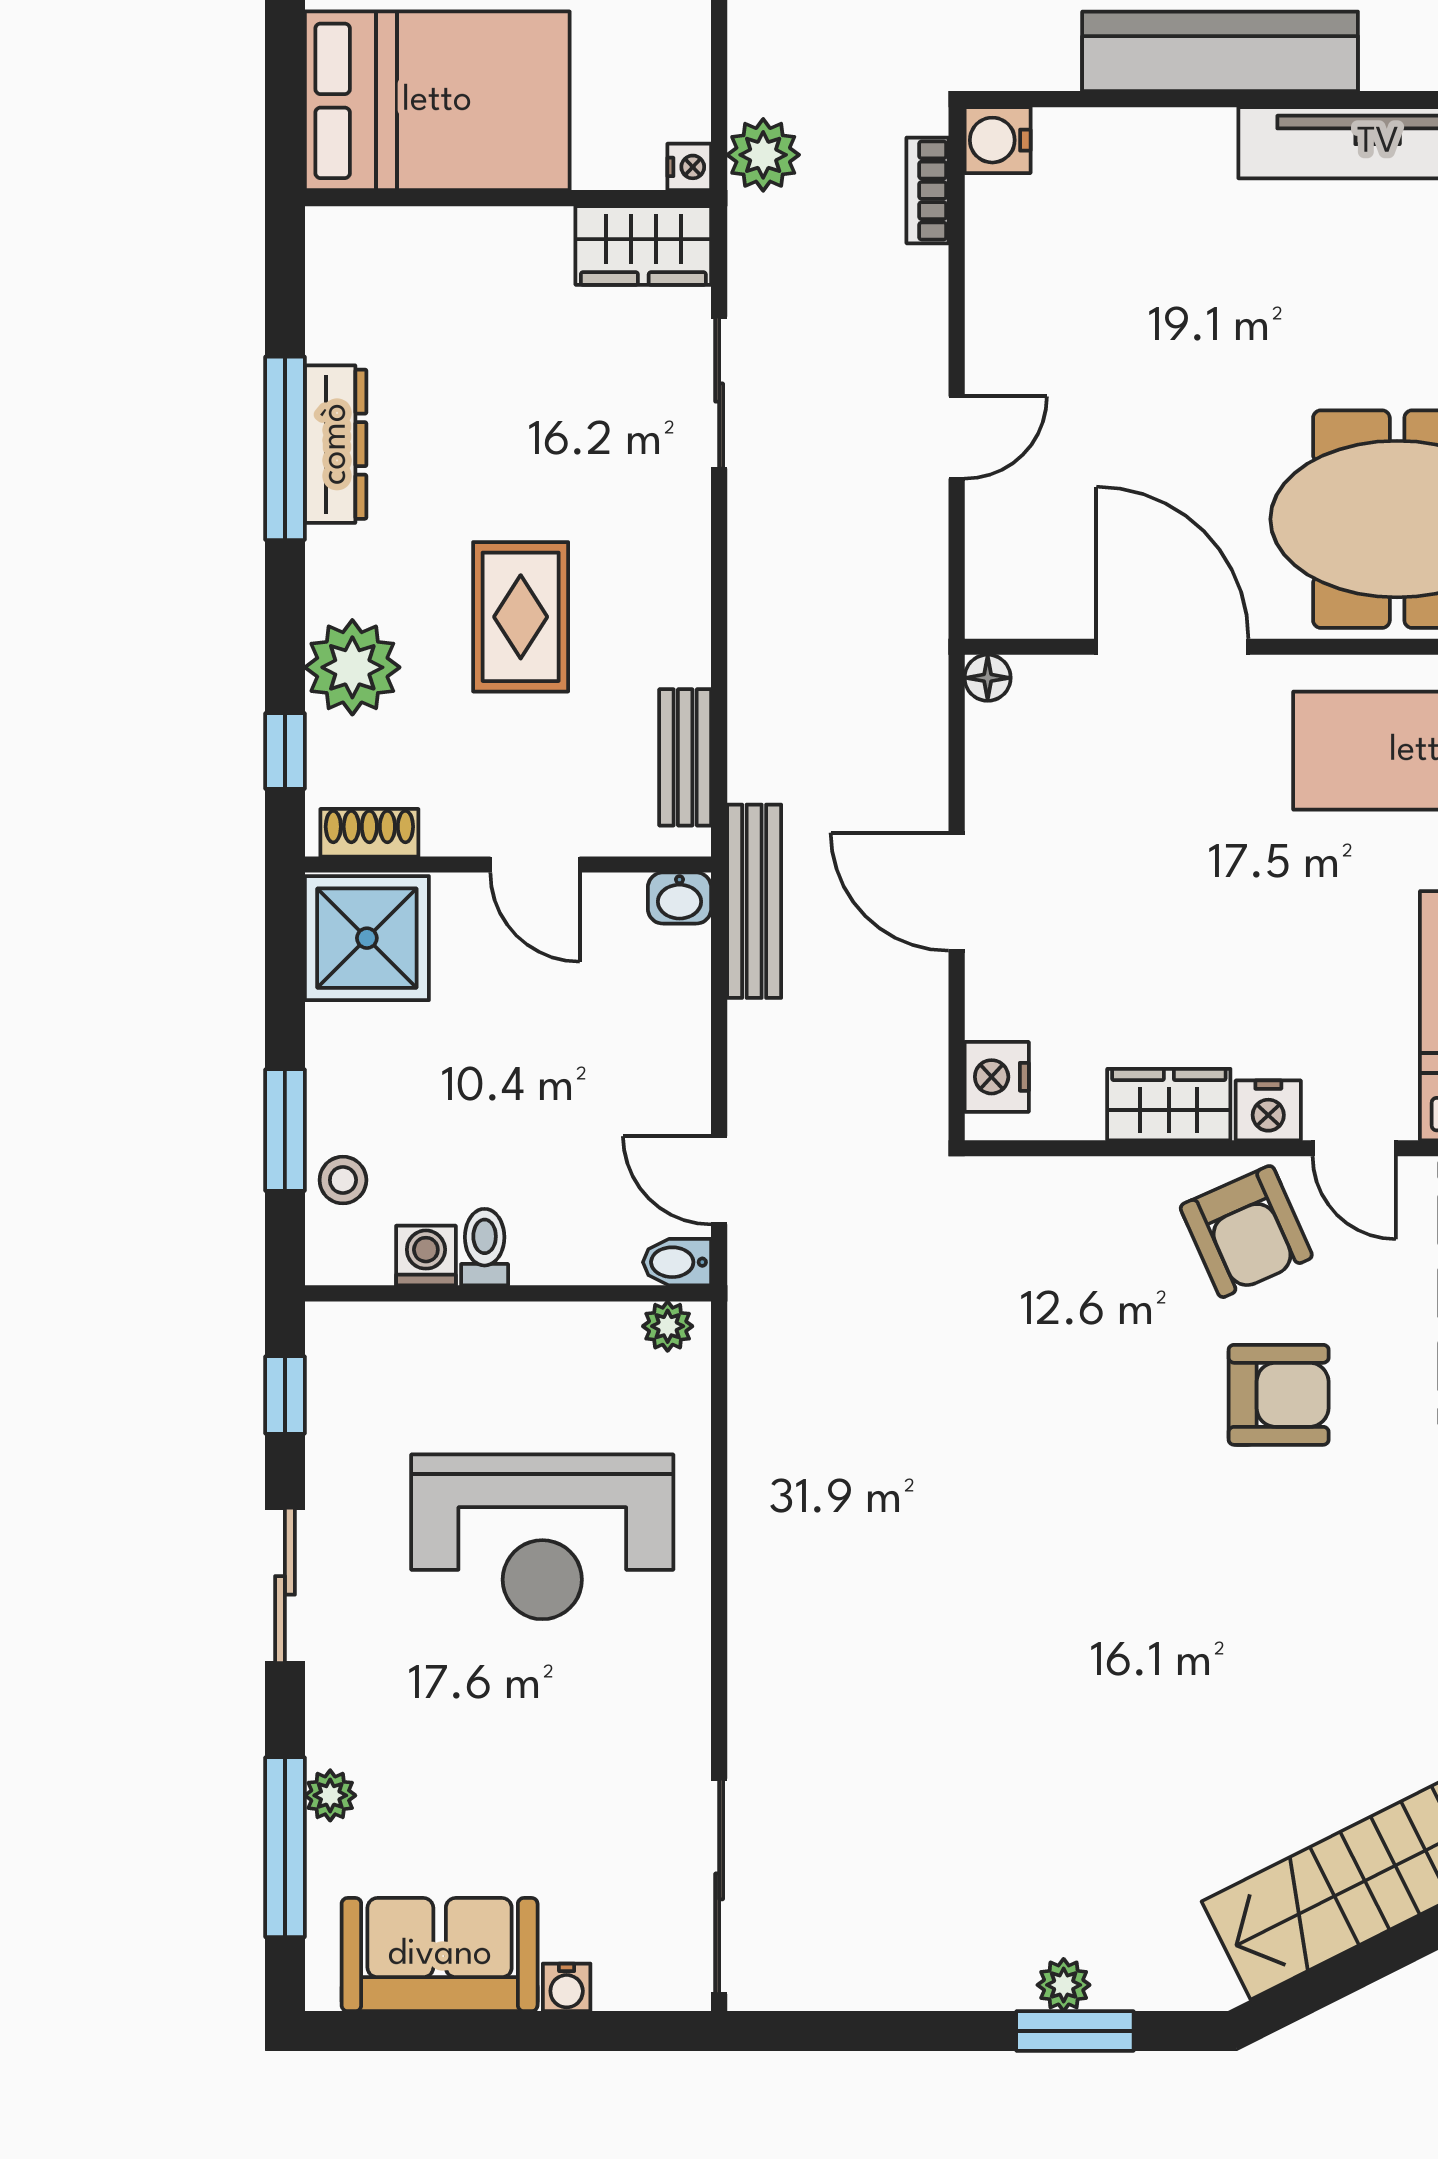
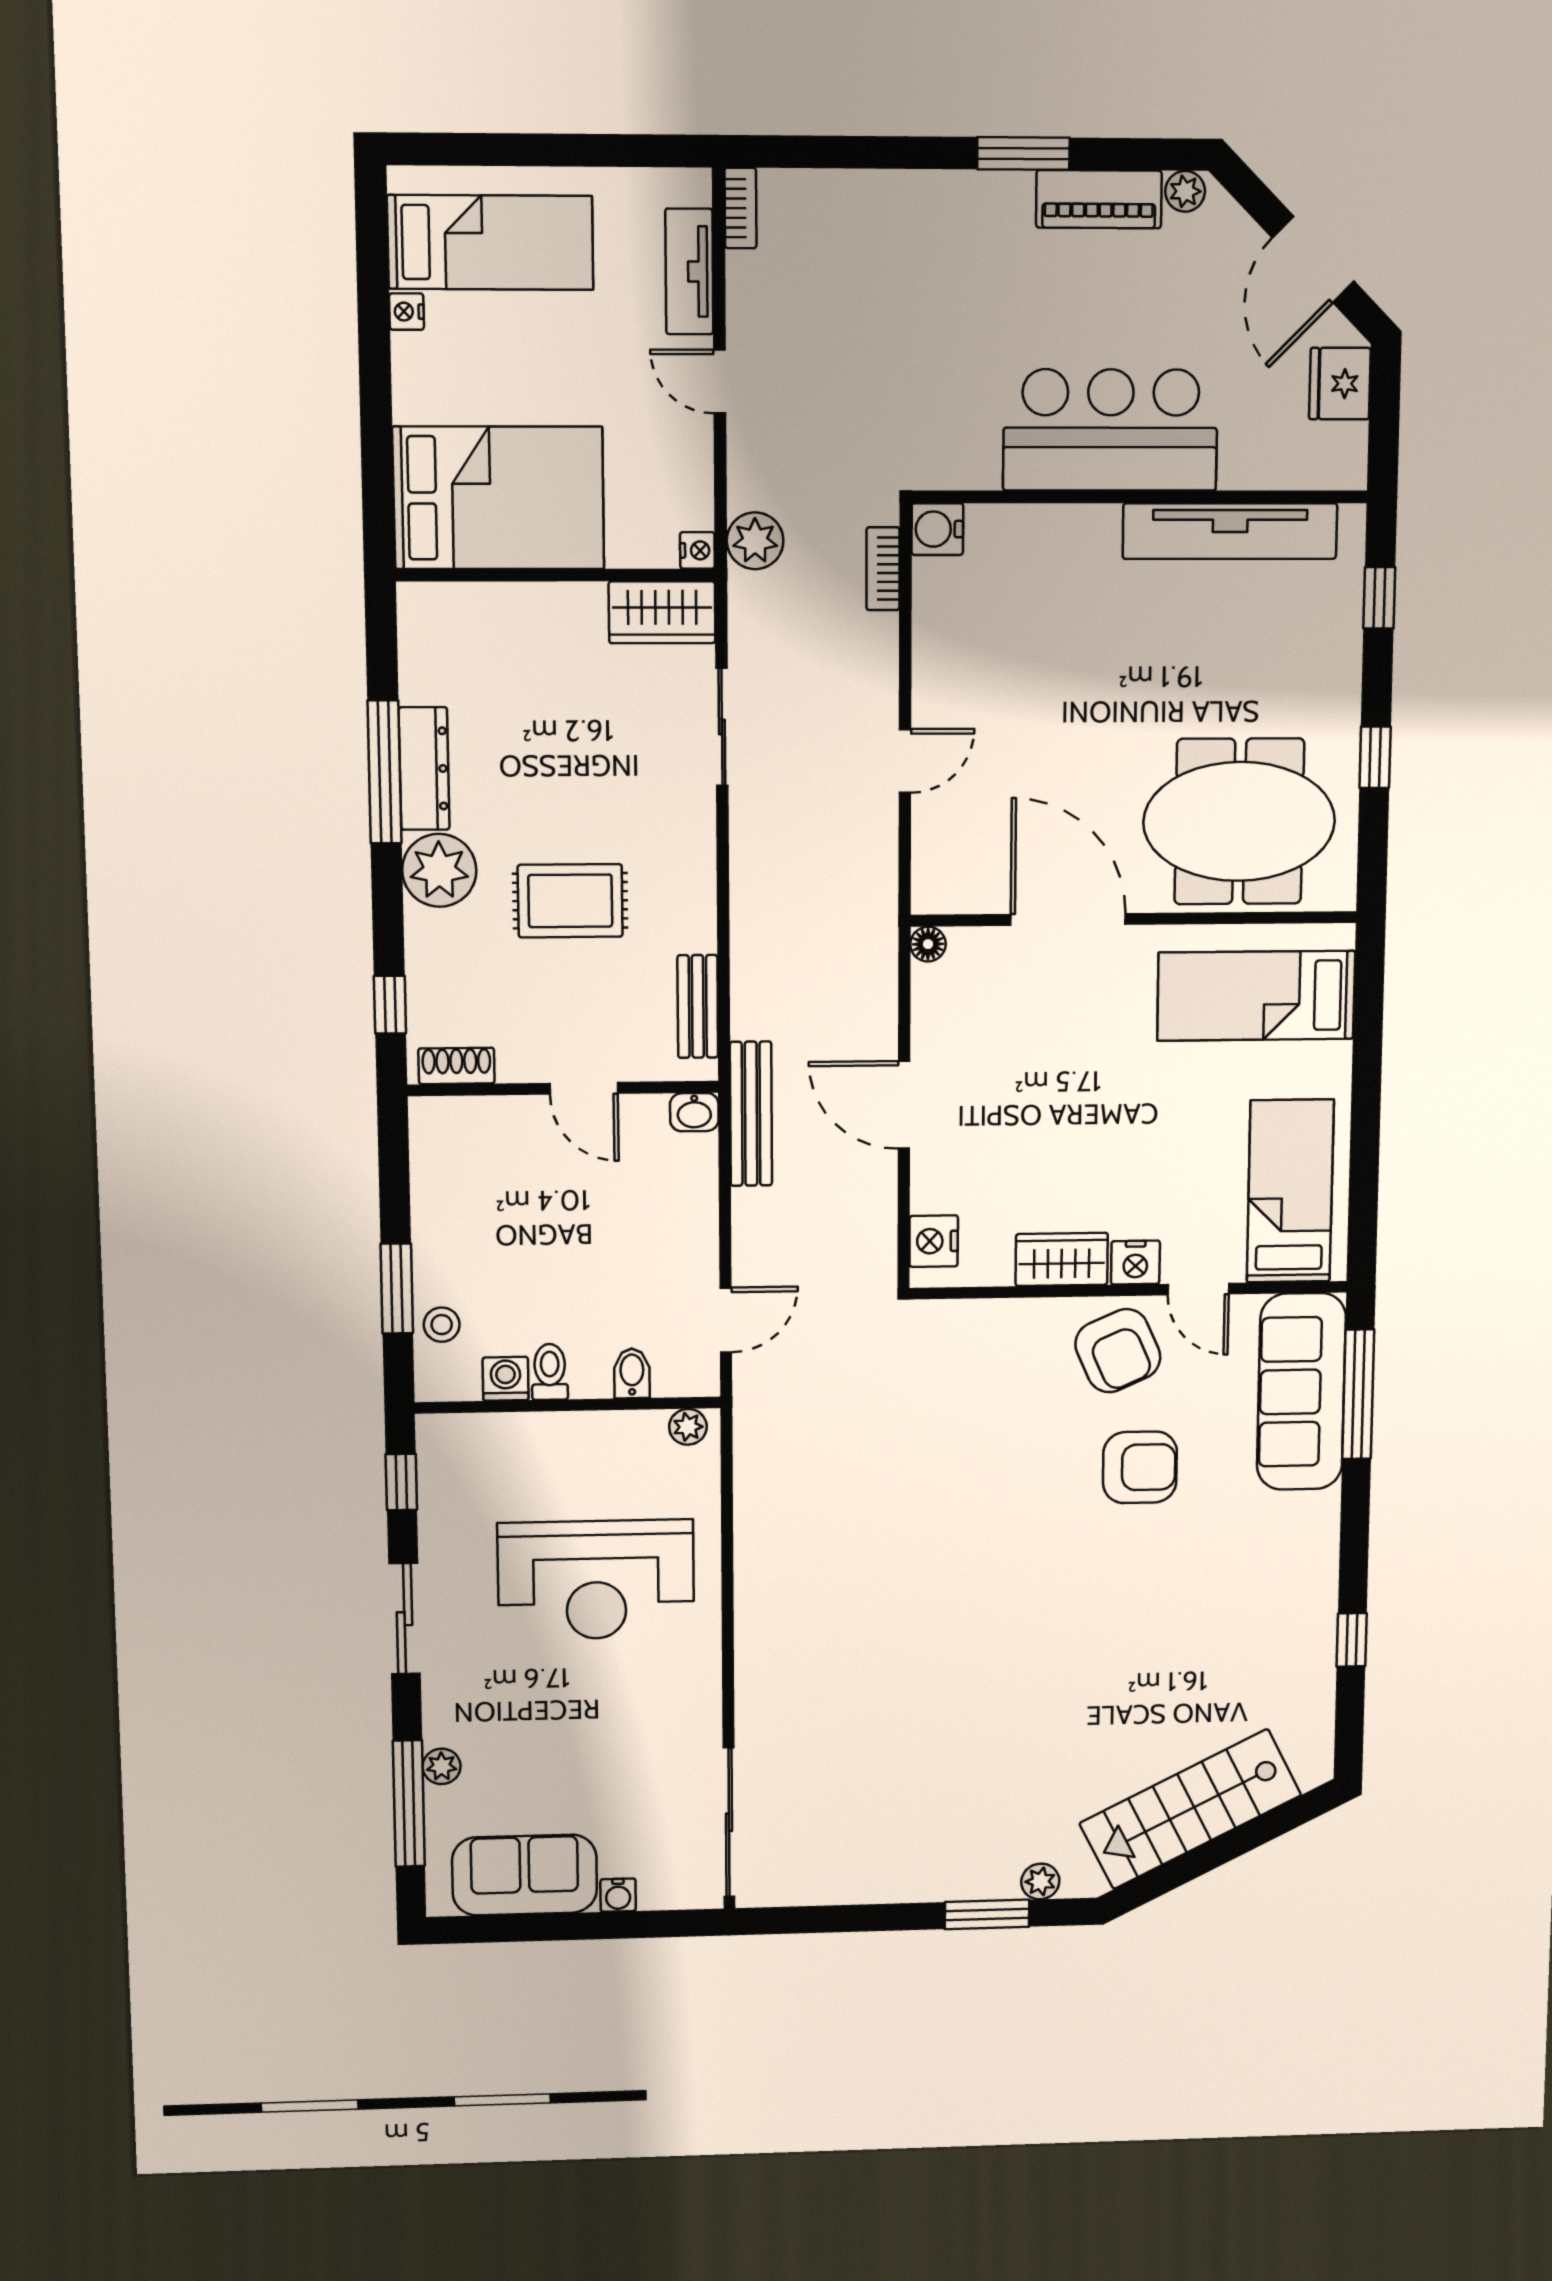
rug: (521, 617) -> (570, 901), turned 90
plant: (352, 667) -> (439, 870), moved
shower: (367, 938) -> (456, 1145), removed
door: (719, 1180) -> (726, 1320), swing flipped
bidet: (677, 1262) -> (632, 1373), moved, turned 90
plant: (1064, 1985) -> (1040, 1881), moved

